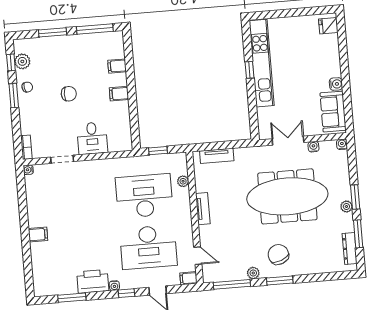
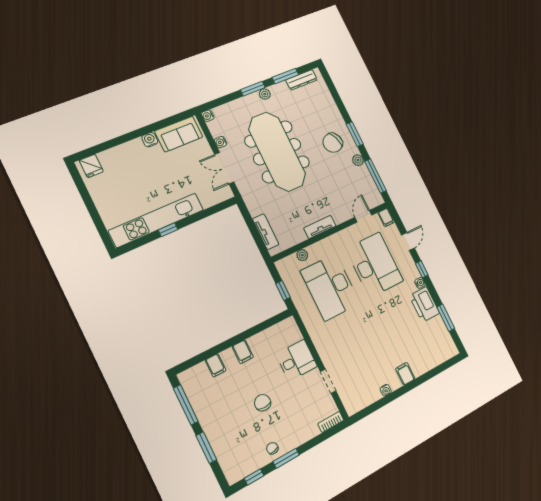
plant: (22, 61) -> (248, 466), removed
water cooler: (28, 170) -> (386, 390), moved

